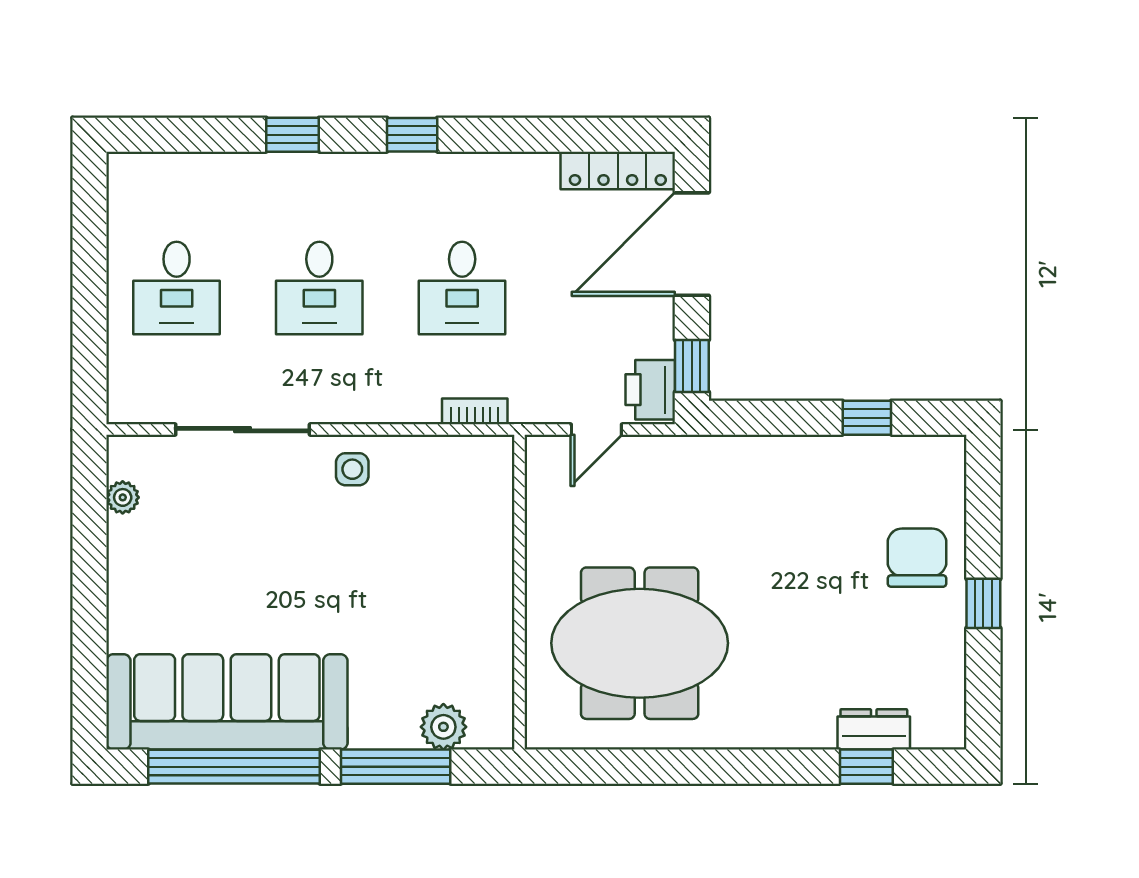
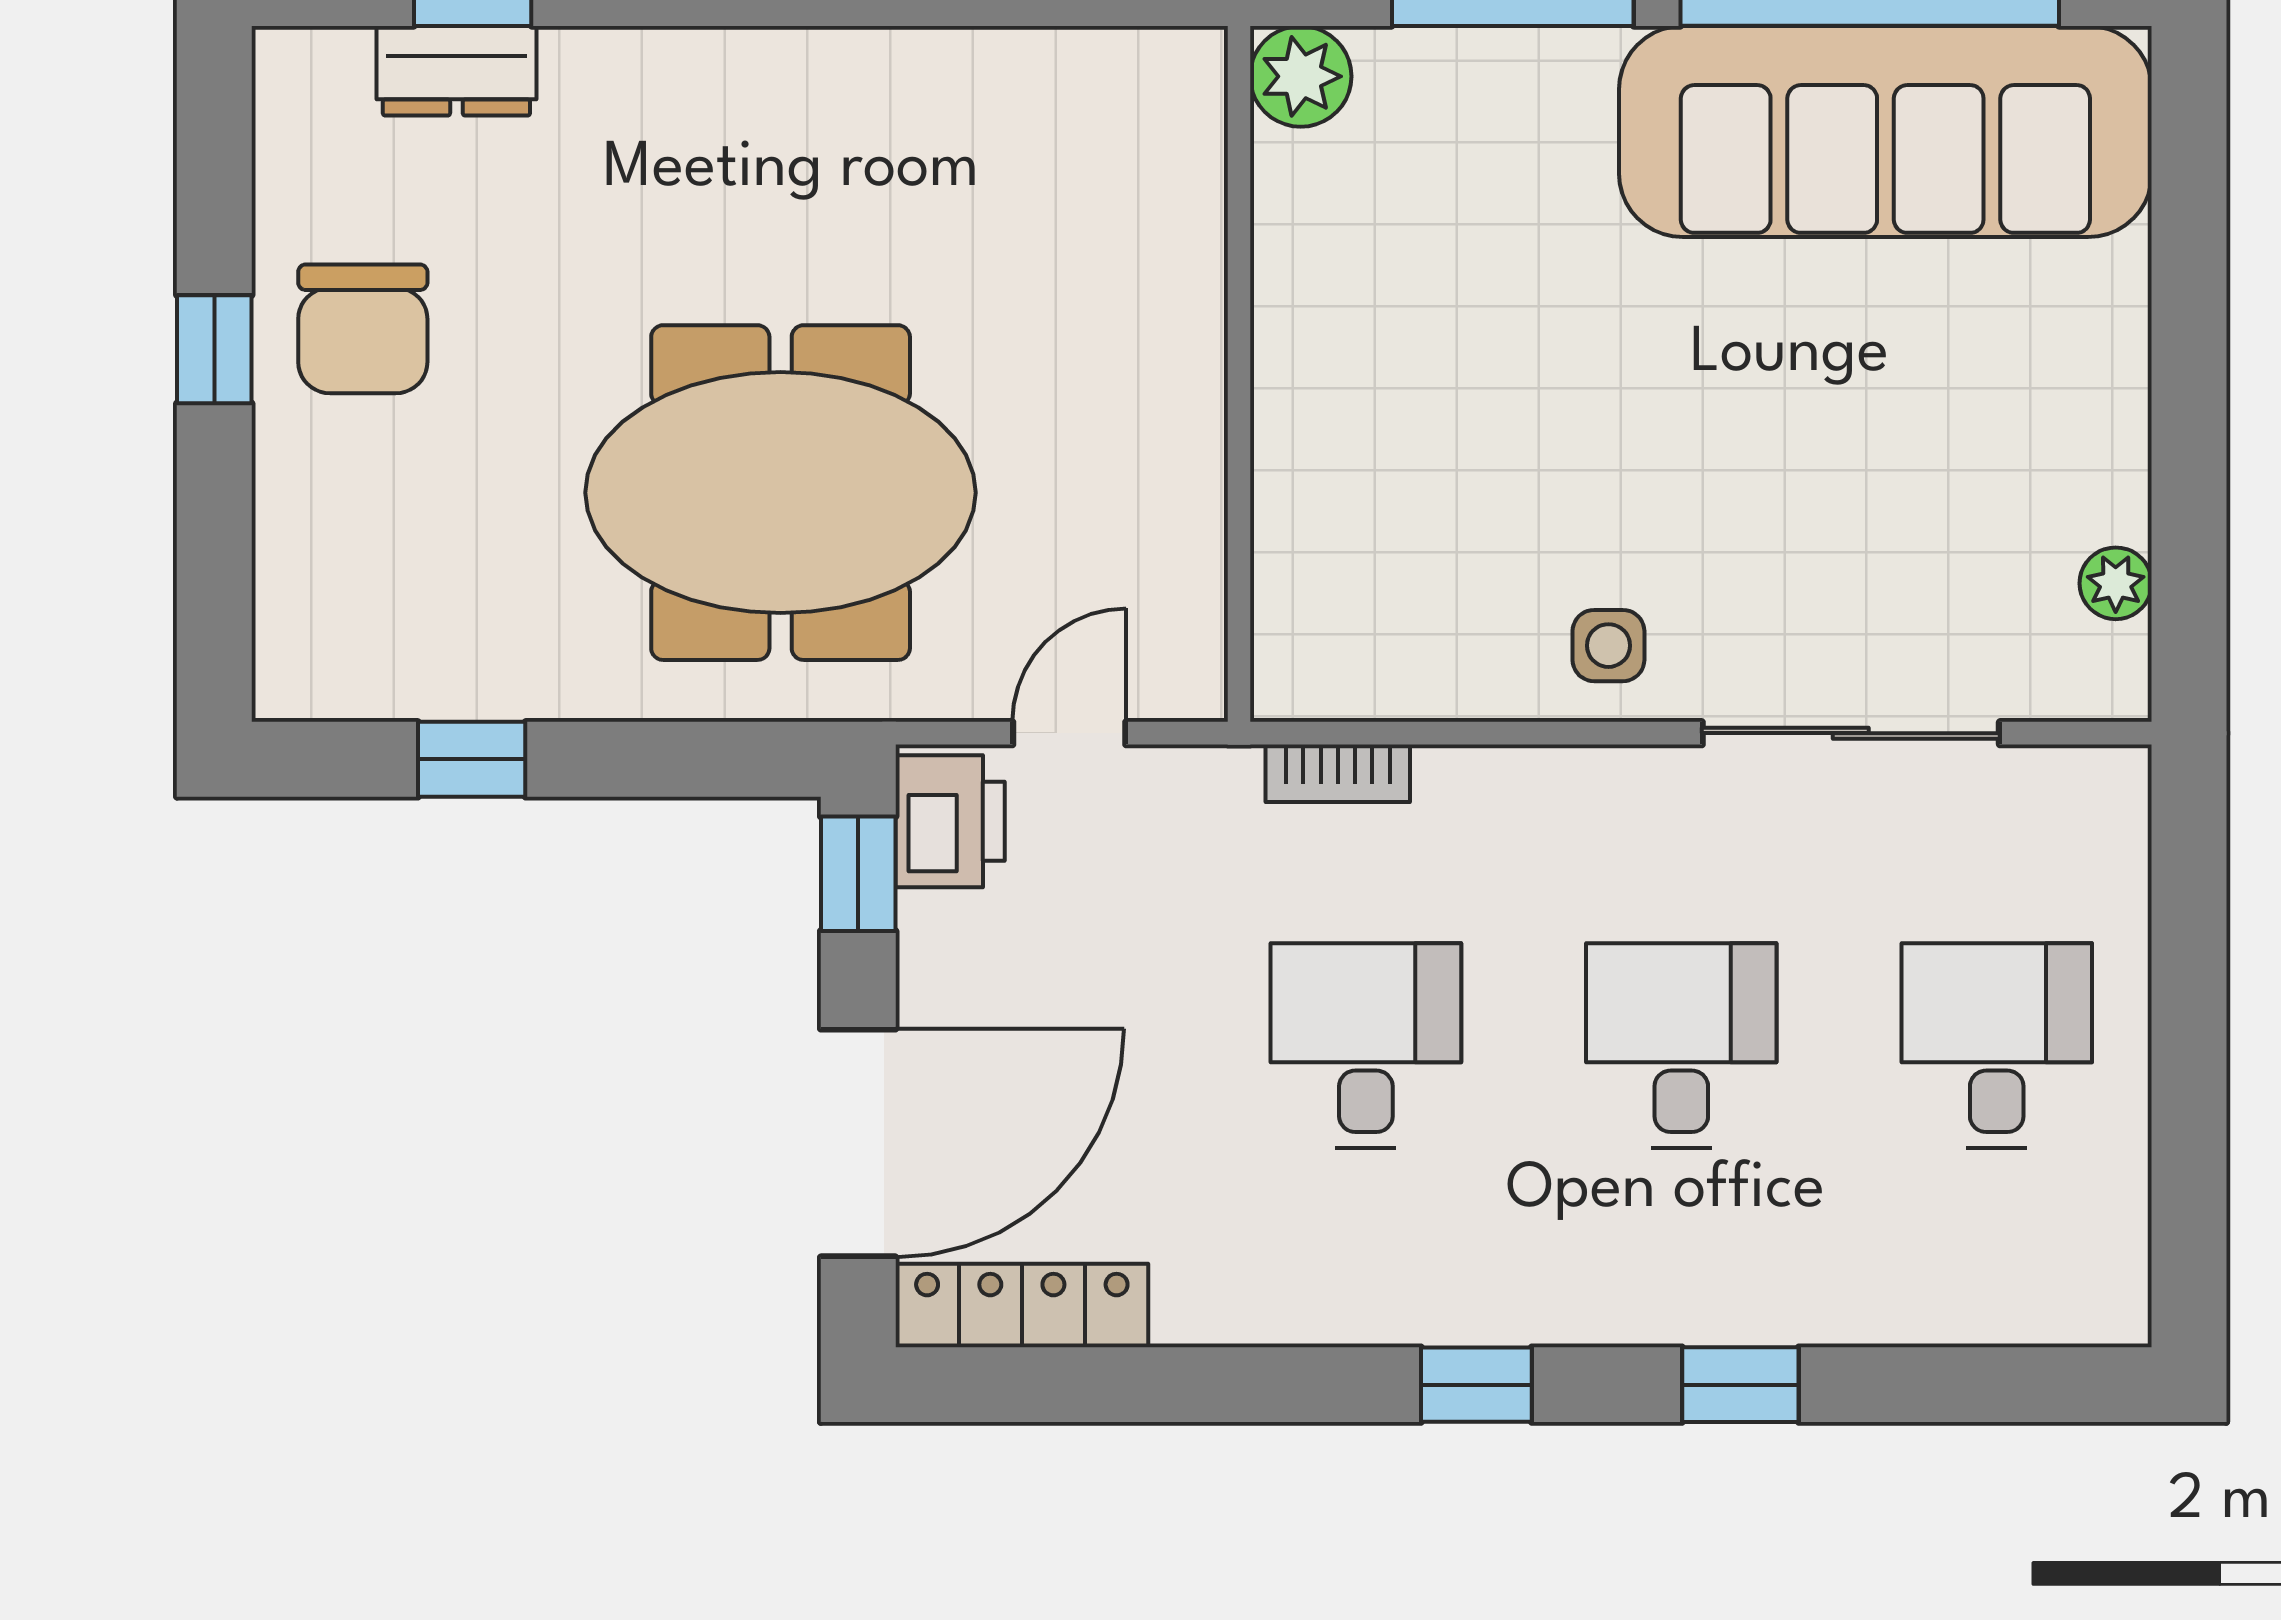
chair: (917, 558) -> (363, 329), moved
meeting table: (640, 643) -> (781, 493), moved
plant: (443, 727) -> (1301, 76), moved

